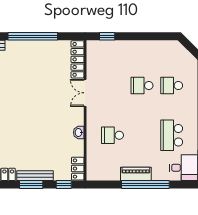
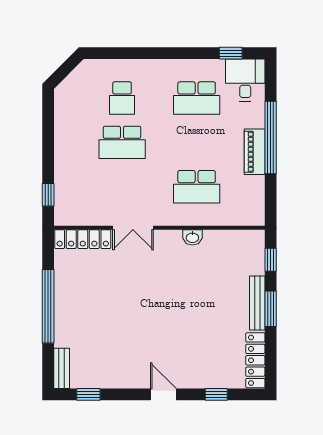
school desk: (142, 86) -> (122, 142), width x1.85
school desk: (113, 135) -> (197, 187), width x1.85
locker: (78, 169) -> (247, 239), removed

